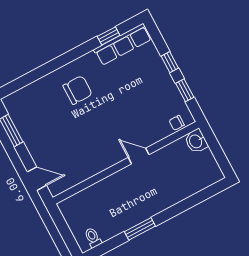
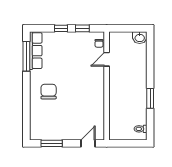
window: (109, 36) -> (26, 56), width x2.17
washbasin: (196, 141) -> (140, 38), moved
door: (139, 156) -> (107, 59), moved

